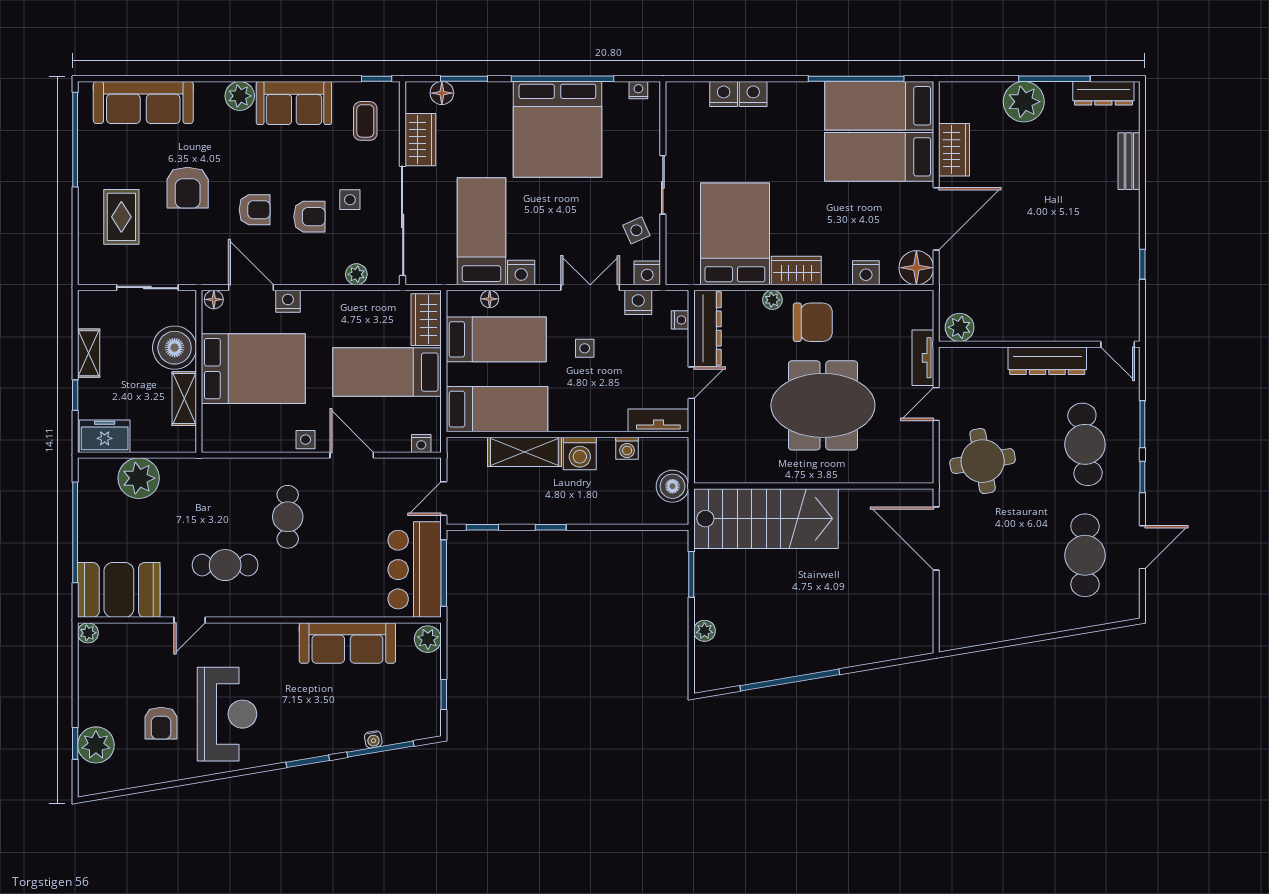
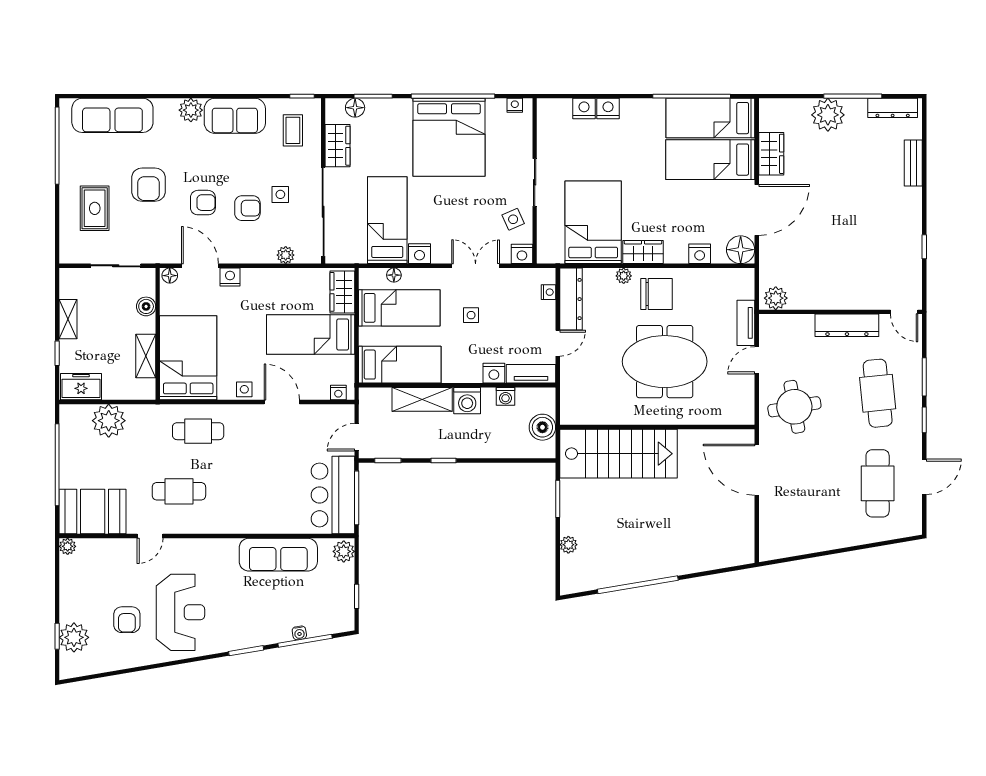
nightstand: (638, 302) -> (494, 373), moved, turned 180
boiler: (175, 348) -> (146, 306), width x0.54, depth x0.54
bed: (253, 369) -> (188, 358), moved, turned -90
cafe table: (288, 517) -> (198, 431), moved, turned 90

